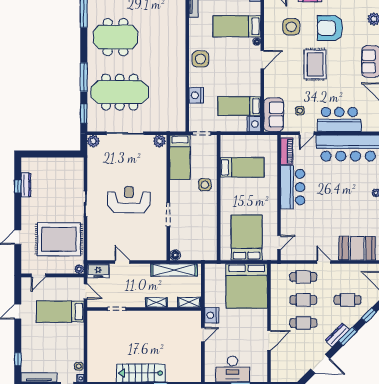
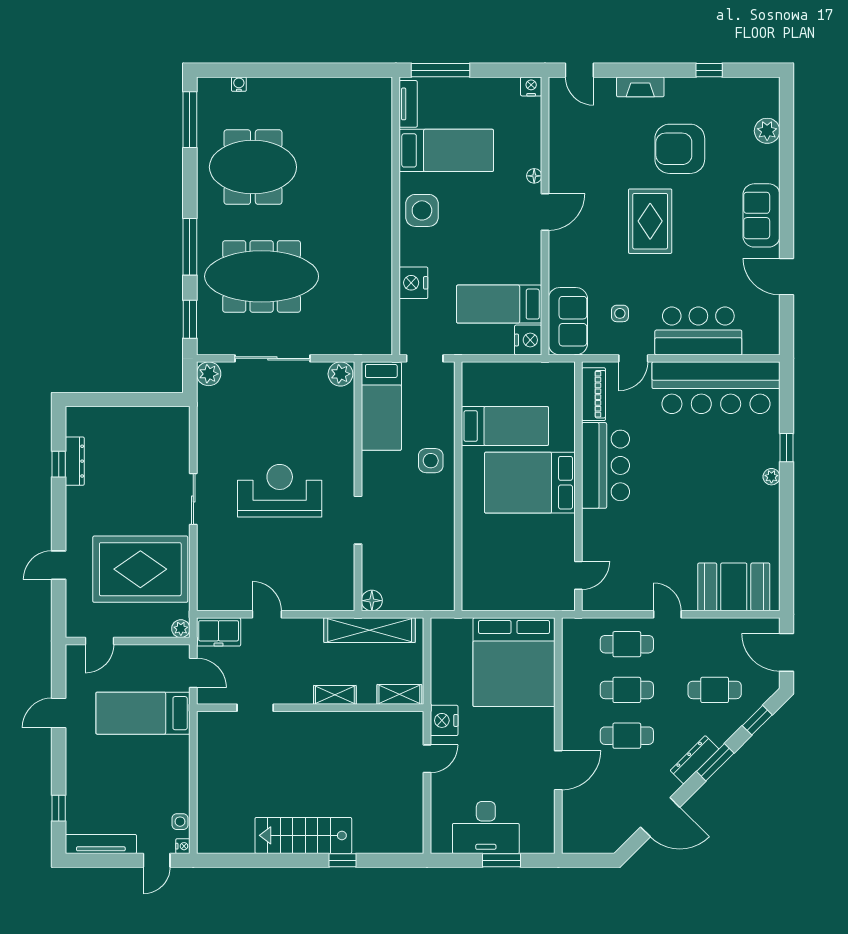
bed: (237, 26) -> (446, 150), moved, turned 180
side table: (291, 27) -> (603, 146), removed
bed: (247, 238) -> (530, 483), moved, turned -90

